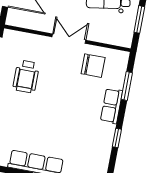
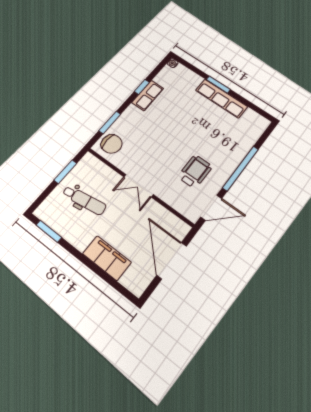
chair: (93, 66) -> (112, 144), moved, turned 180
row of seats: (111, 106) -> (148, 95), moved

